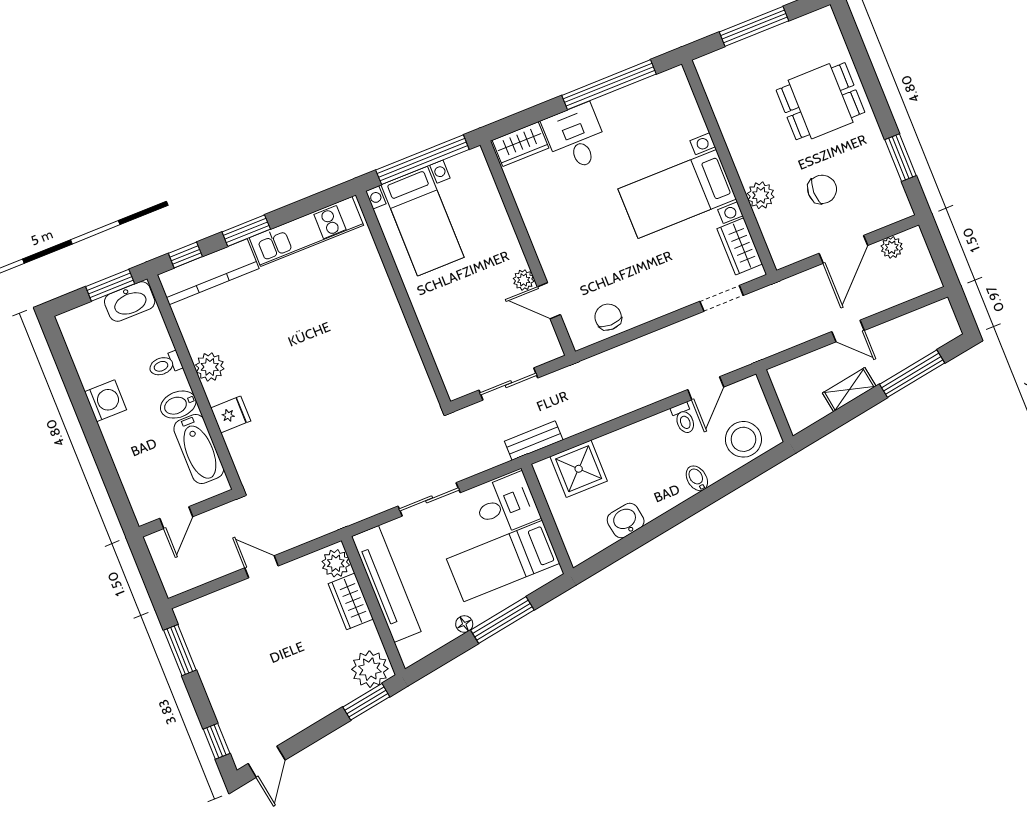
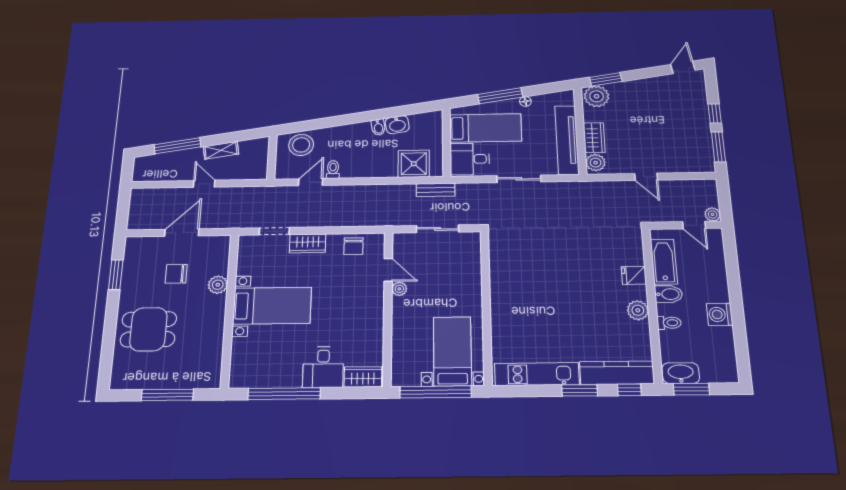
wardrobe: (740, 246) -> (308, 243), moved, turned 90
plant: (892, 247) -> (713, 214), moved
bidet: (697, 478) -> (378, 127), moved
door: (176, 518) -> (694, 225), swing flipped
window: (217, 741) -> (715, 113), moved

